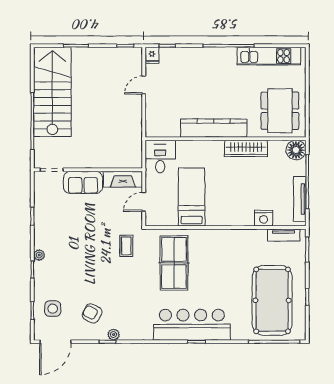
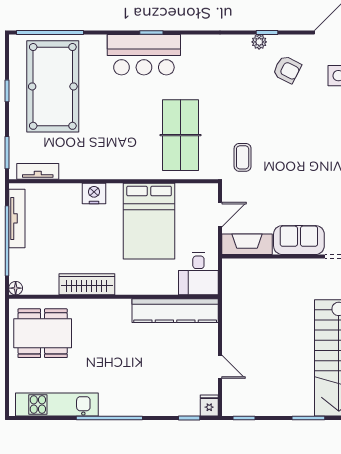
door: (144, 85) -> (220, 367), hinge flipped
dining table: (280, 111) -> (43, 333), turned 90
kitchen counter: (214, 128) -> (175, 311), moved
floor lamp: (296, 150) -> (16, 288), width x0.53, depth x0.53
bed: (192, 197) -> (149, 221), width x1.50
nightstand: (264, 218) -> (94, 194), moved
bar counter: (192, 325) -> (144, 55), width x0.73

